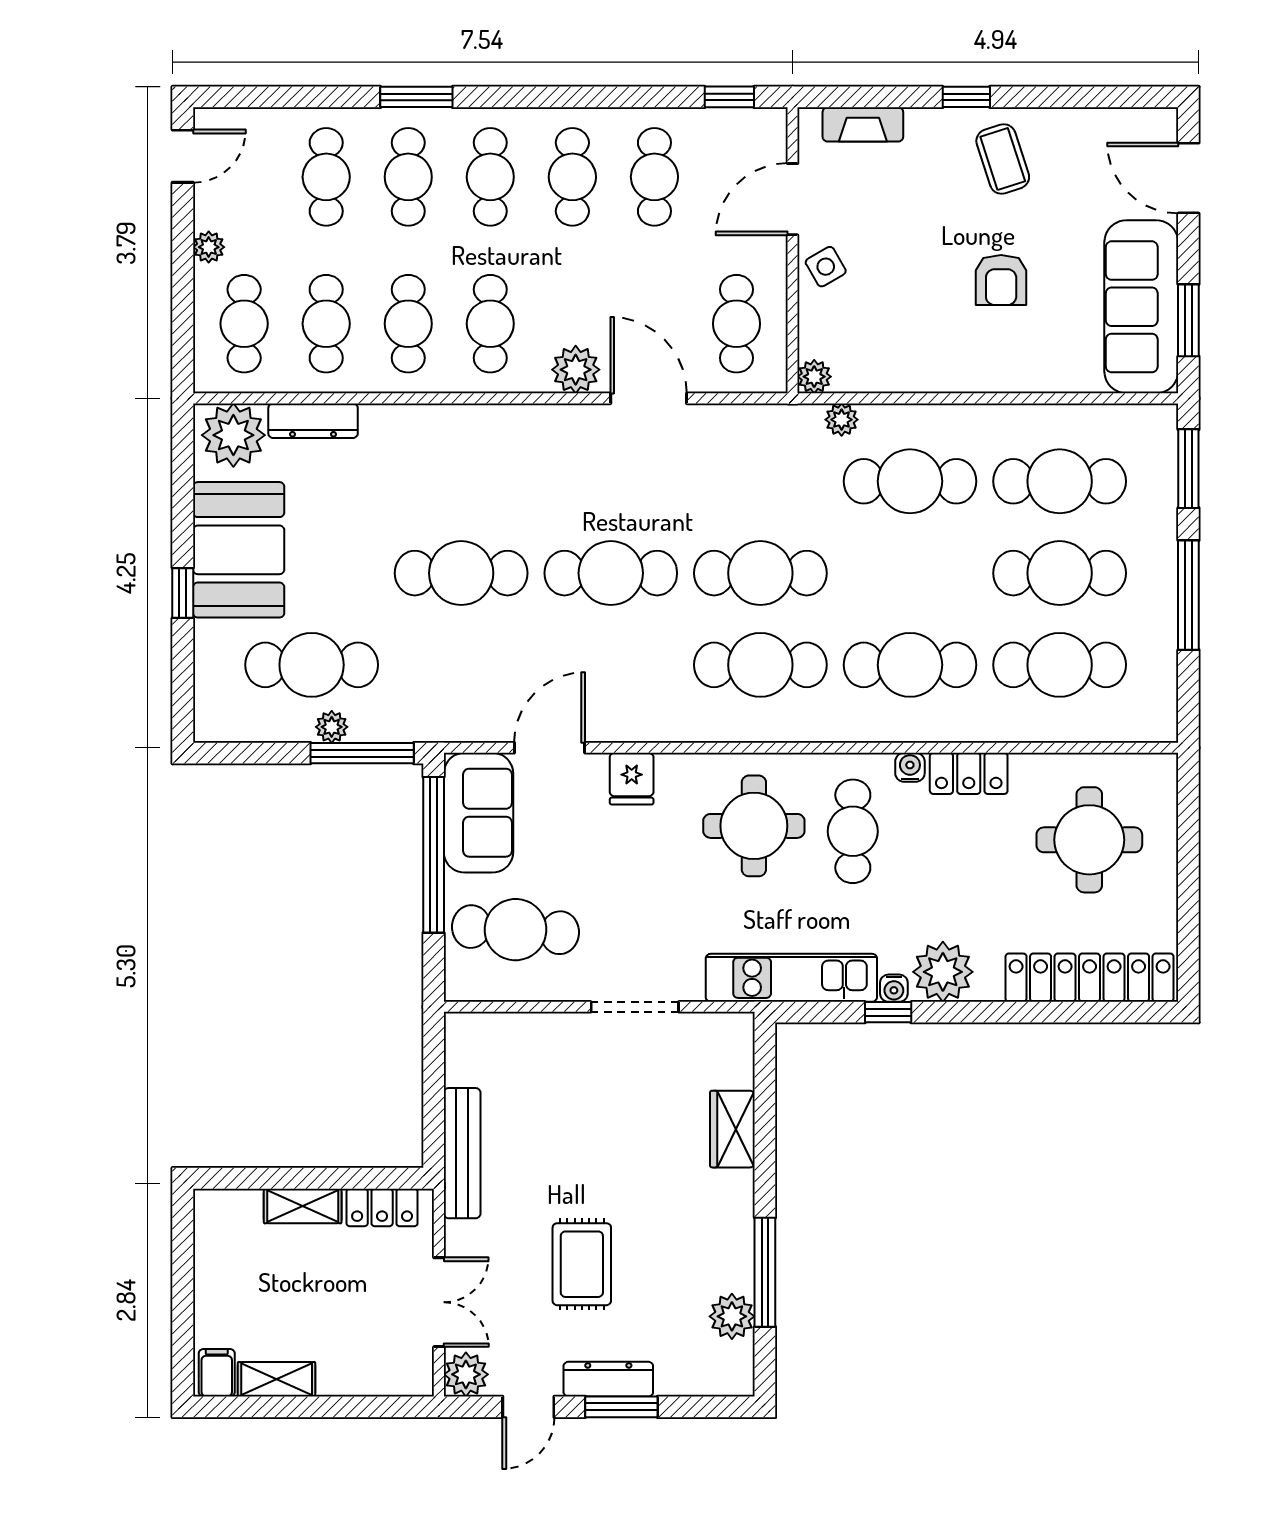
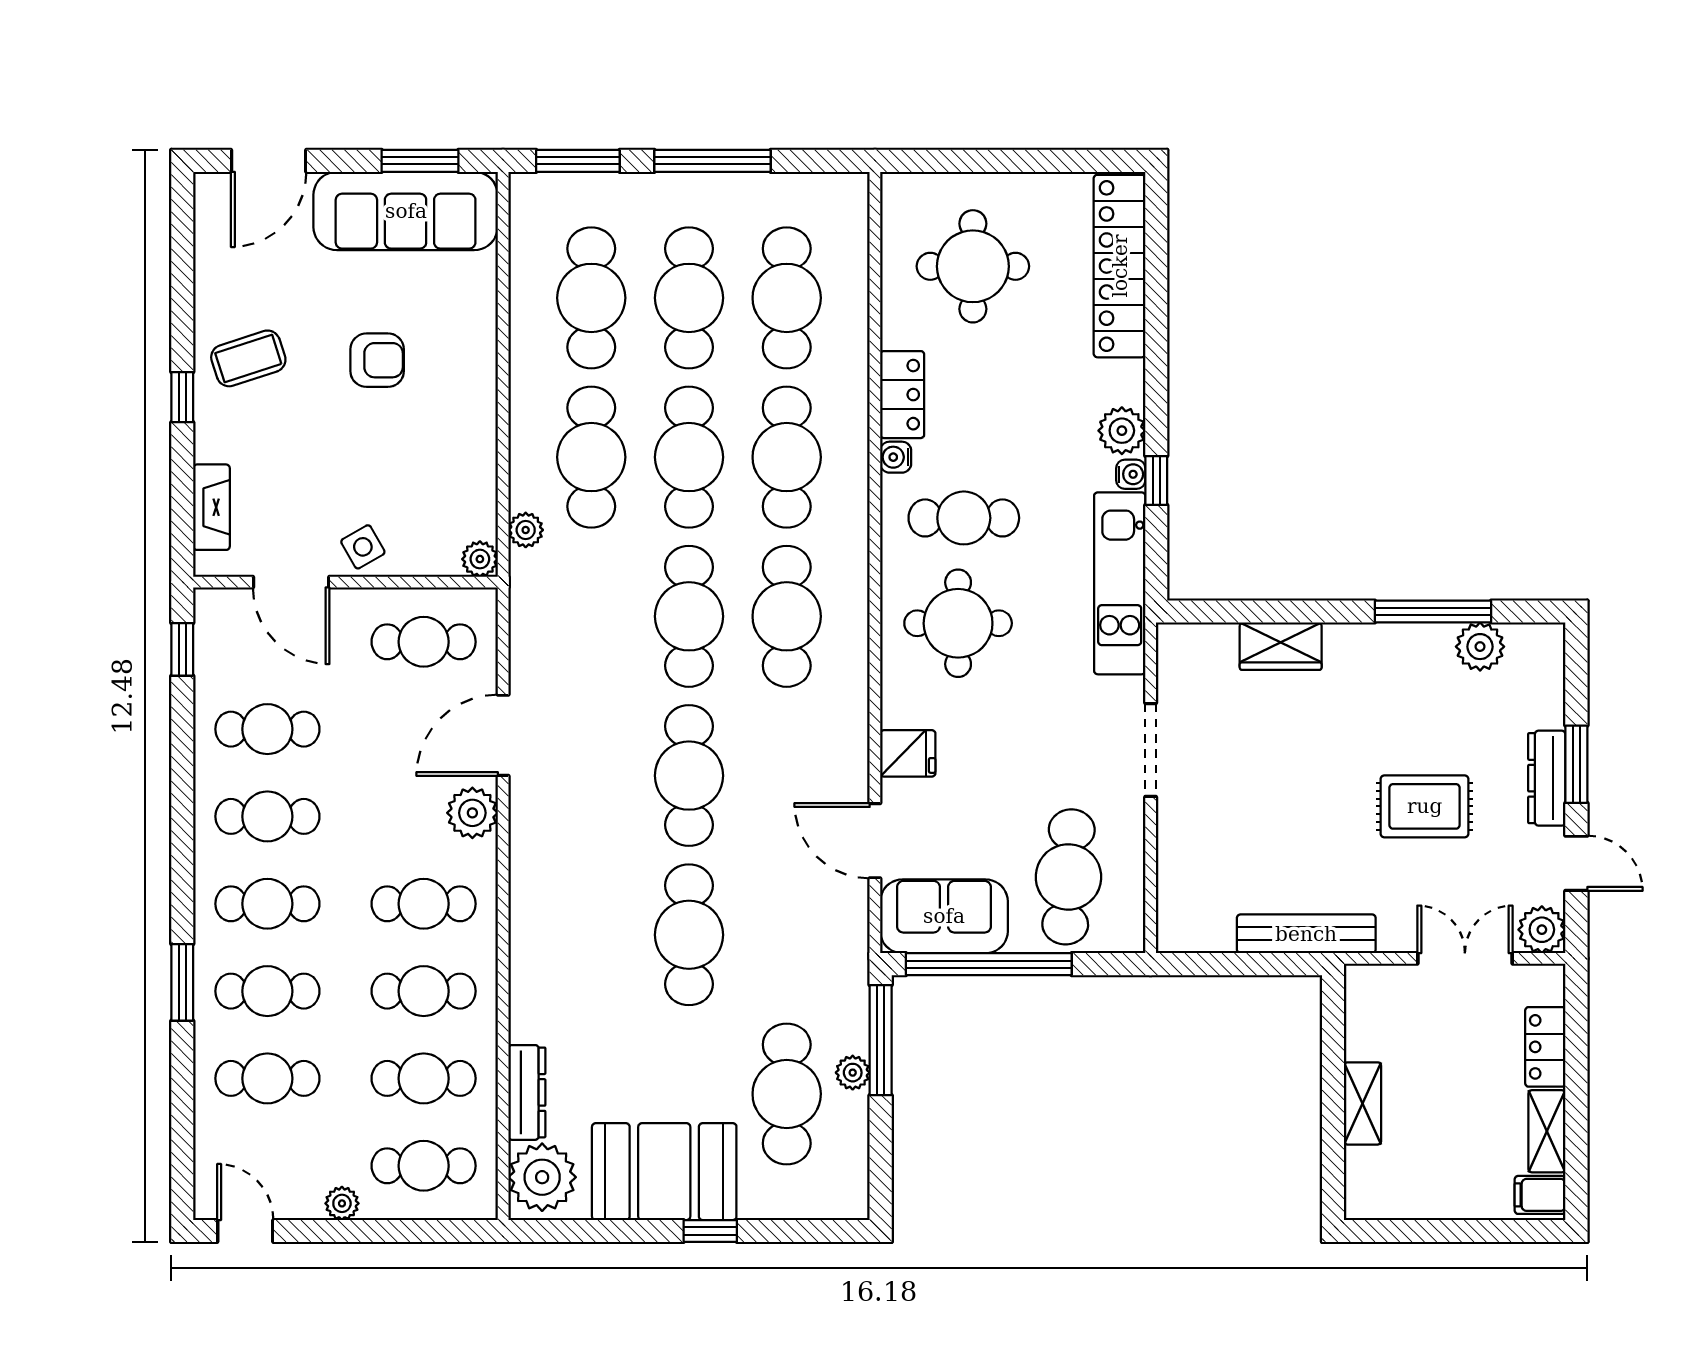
cafe table: (910, 573) -> (689, 457), added
plant: (943, 972) -> (1122, 431), width x0.73, depth x0.73
locker: (382, 1207) -> (1545, 1047), moved, turned 180

